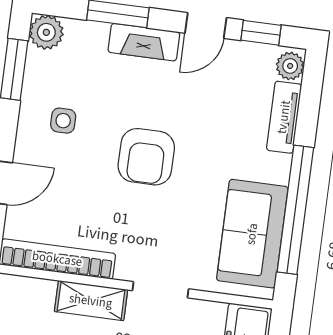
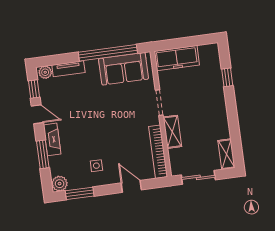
armchair: (146, 157) -> (102, 125), removed

